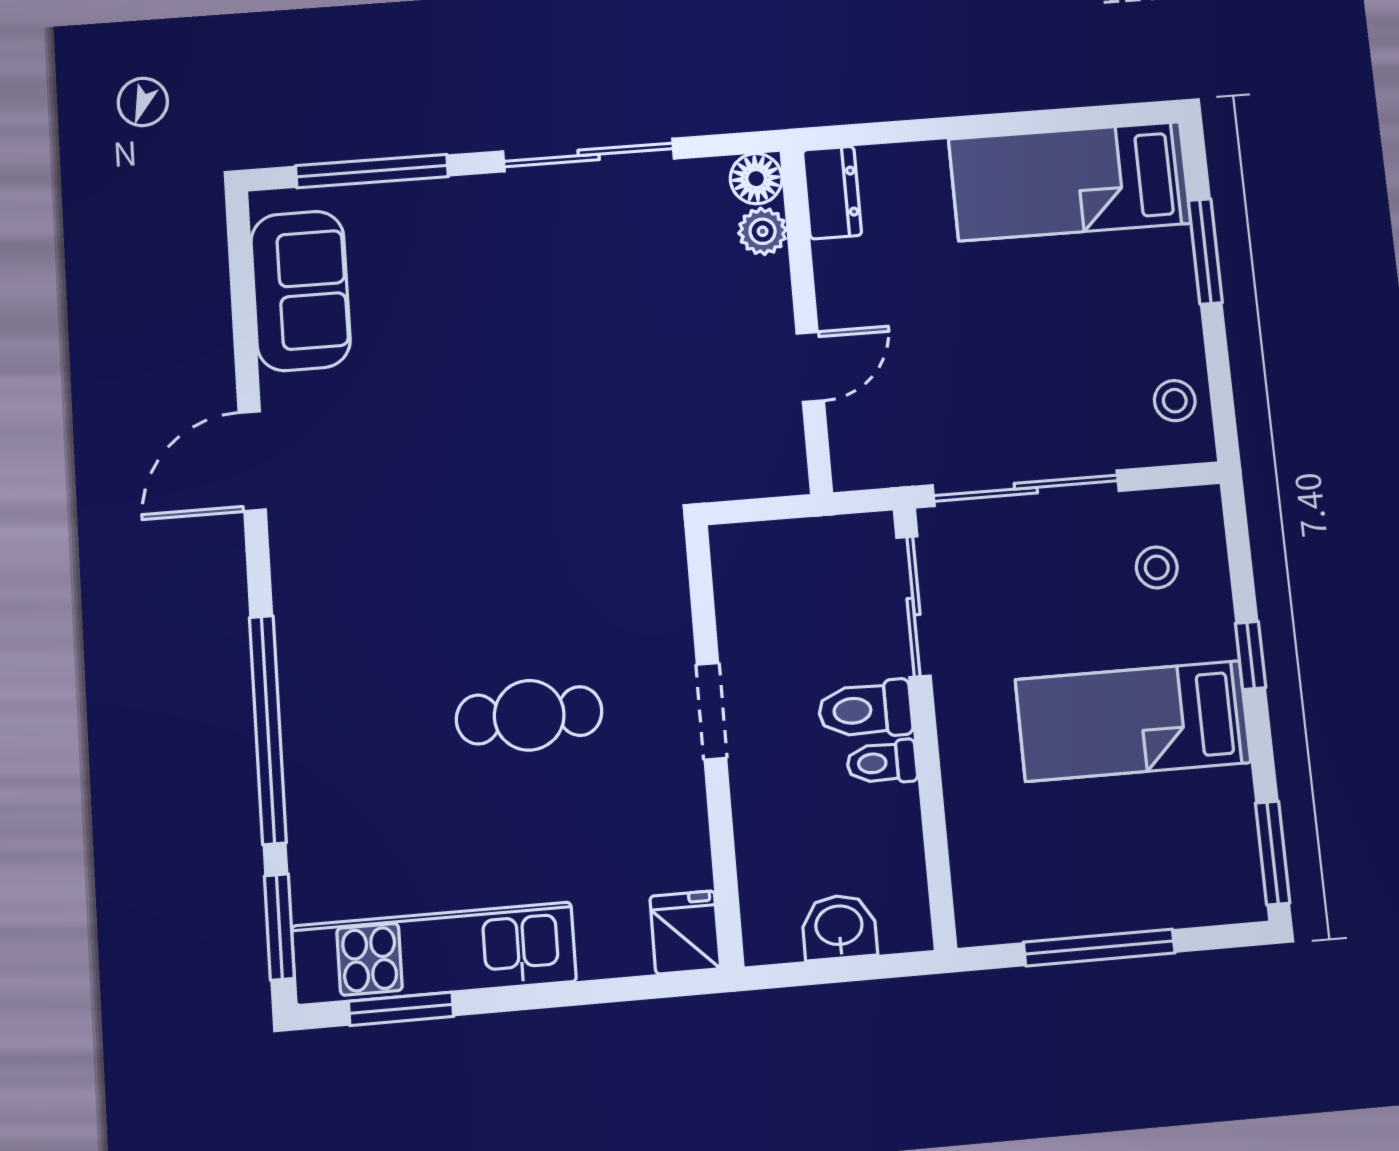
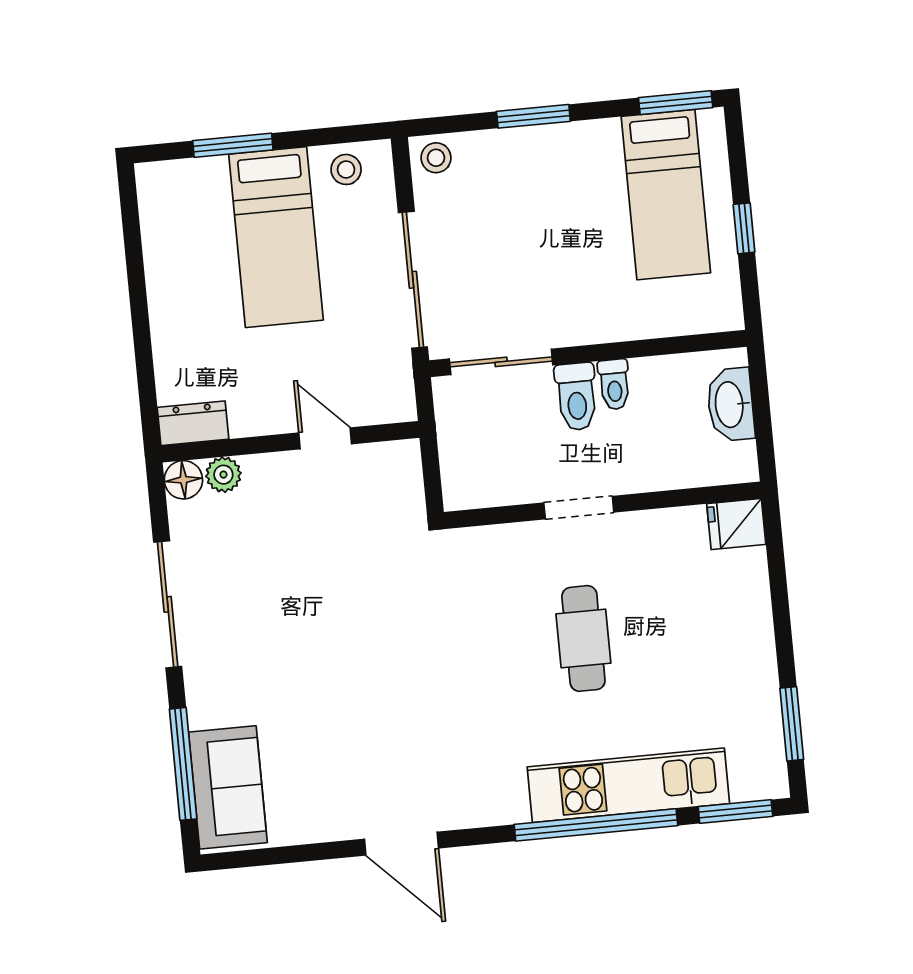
bed: (1070, 181) -> (276, 237), moved
sofa: (301, 291) -> (228, 787), moved, turned 90
stool: (1157, 567) -> (436, 158), moved
window: (1251, 655) -> (533, 116), width x1.50
bed: (1133, 721) -> (666, 195), moved
washbasin: (839, 927) -> (730, 405), width x1.38
window: (1099, 948) -> (744, 228), width x0.46
kitchen unit: (434, 954) -> (628, 785), moved, turned 90

